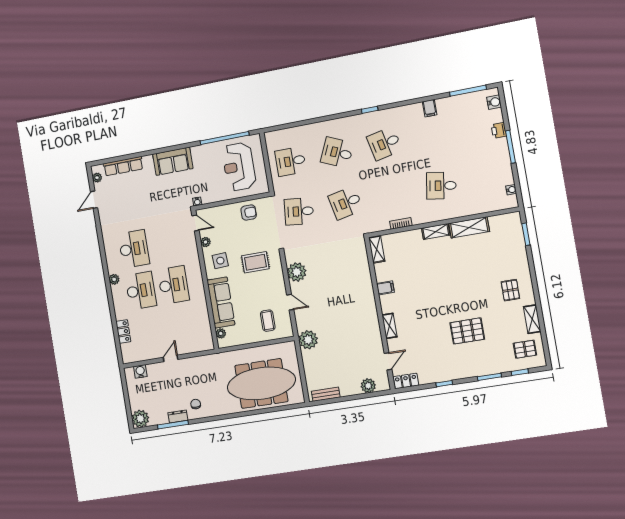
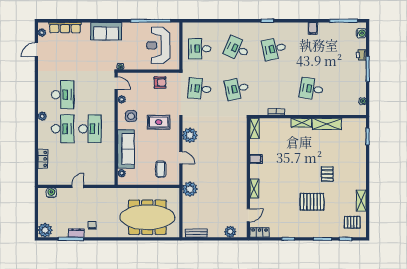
pallet: (510, 290) -> (327, 174), moved

